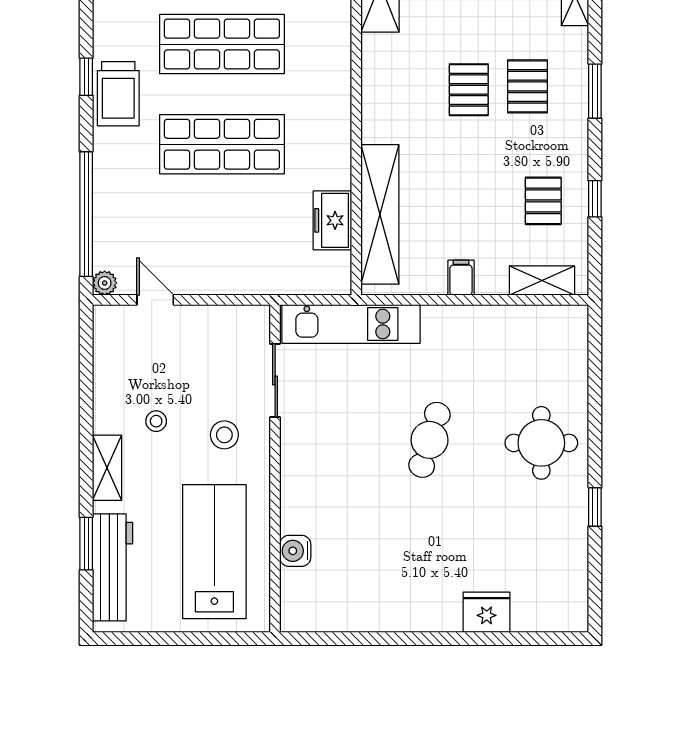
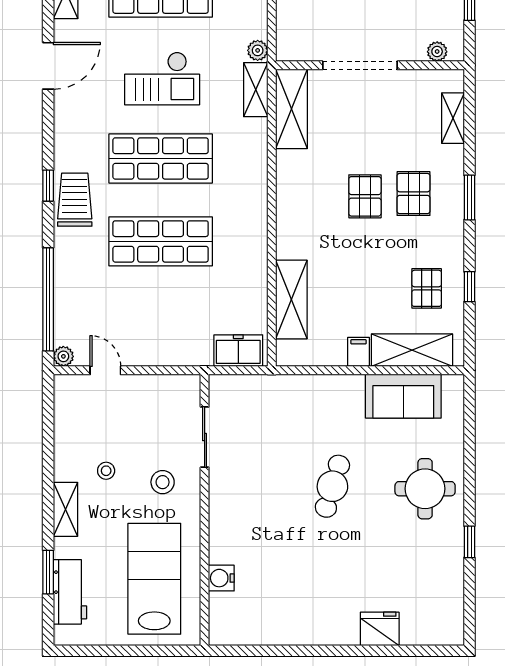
trolley: (118, 94) -> (75, 200), turned 180
shelving: (380, 214) -> (291, 299), width x0.68
freezer: (332, 220) -> (238, 351), moved, turned 90
shelving: (542, 280) -> (412, 350), width x1.50, depth x1.33
kitchen unit: (351, 324) -> (267, 390), removed
sofa: (515, 331) -> (403, 396), added
workbench: (113, 567) -> (70, 592), width x0.73

